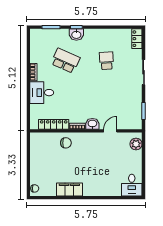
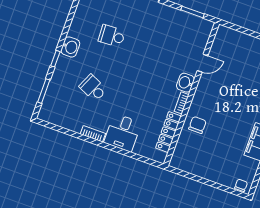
washbasin: (76, 35) -> (70, 47), moved
school desk: (65, 61) -> (93, 88), width x0.54
door: (110, 131) -> (203, 63), swing flipped
plant: (136, 144) -> (231, 37), removed

